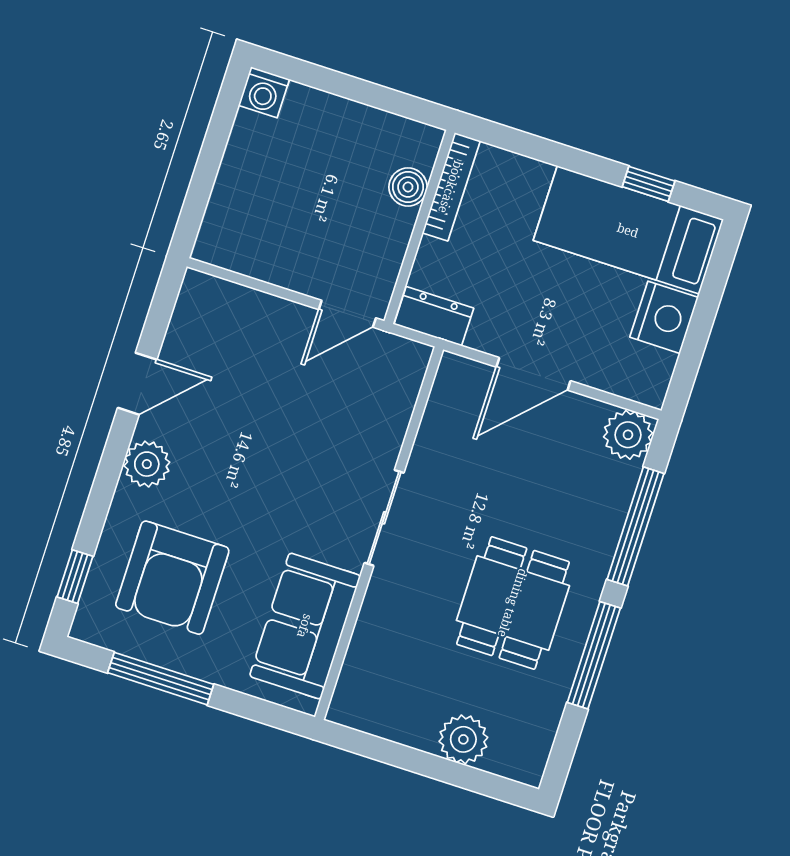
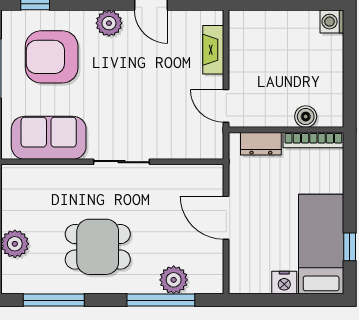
fireplace: (247, 305) -> (213, 50), added
dresser: (434, 316) -> (261, 144), moved, turned 90
nightstand: (664, 317) -> (284, 282), width x0.74, depth x0.75
plant: (628, 435) -> (174, 280), moved
window: (594, 655) -> (54, 300), moved

